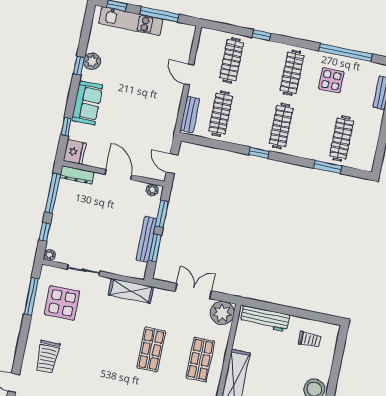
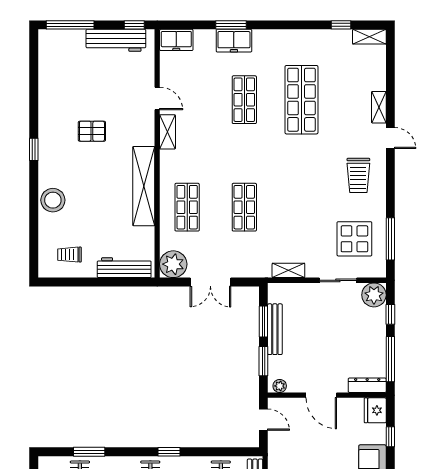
plant: (49, 255) -> (374, 295), width x1.88, depth x1.88
shelving: (131, 291) -> (288, 270), width x0.67, depth x0.75
trolley: (48, 357) -> (358, 175), turned 180

